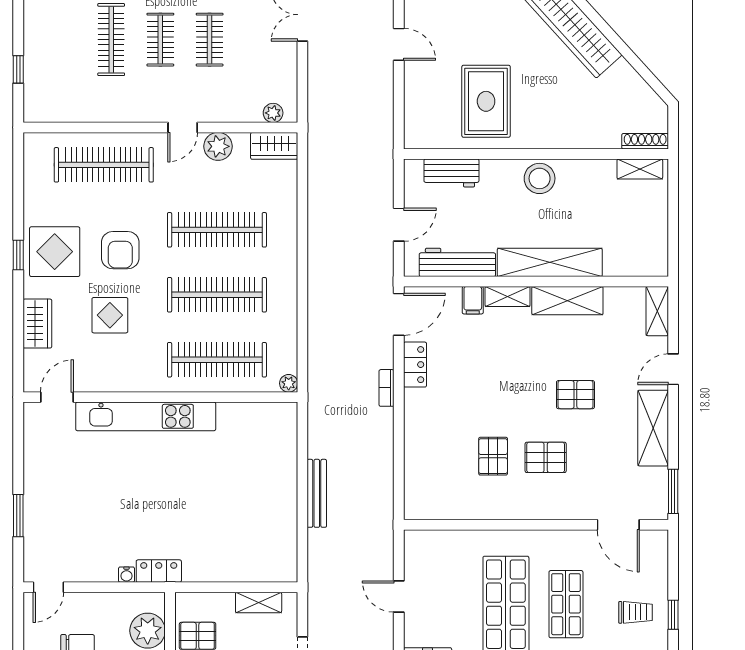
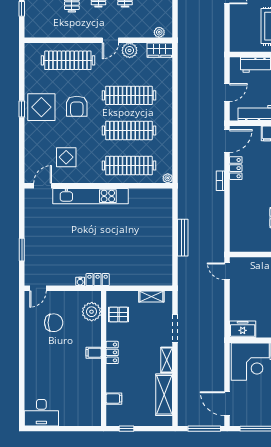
display table: (110, 315) -> (66, 157), moved
wardrobe: (37, 324) -> (32, 146), removed
door: (399, 597) -> (227, 271), moved

